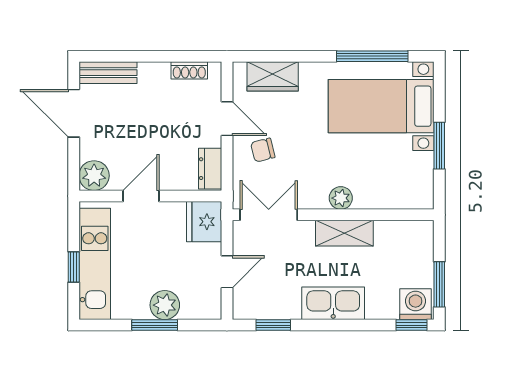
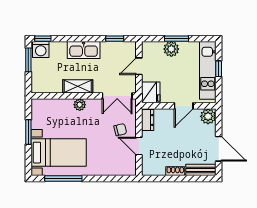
shoe rack: (189, 70) -> (175, 171), moved
wardrobe: (273, 76) -> (115, 168), removed

